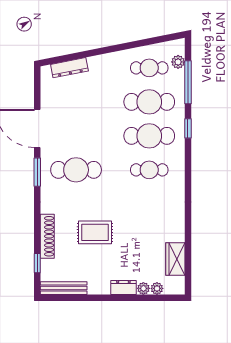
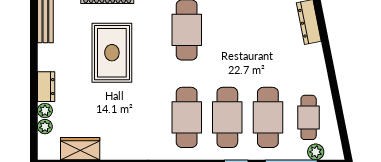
cafe table: (149, 170) -> (187, 117), width x1.37, depth x1.35
rug: (95, 232) -> (112, 53), width x1.36, depth x1.43

